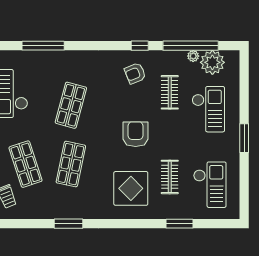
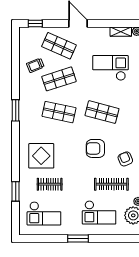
clothes rail: (170, 92) -> (111, 184), width x1.36
armchair: (136, 134) -> (95, 148), moved, turned 180

